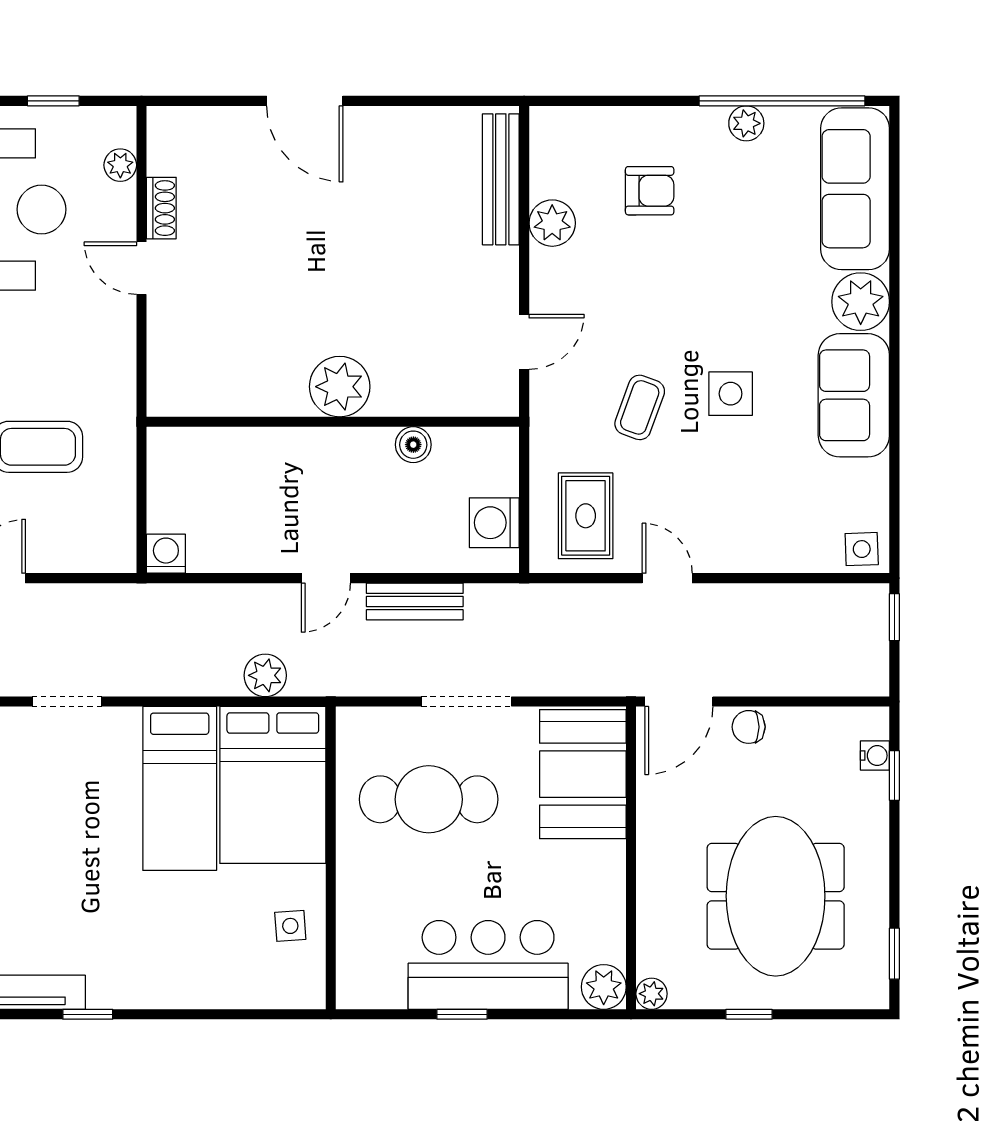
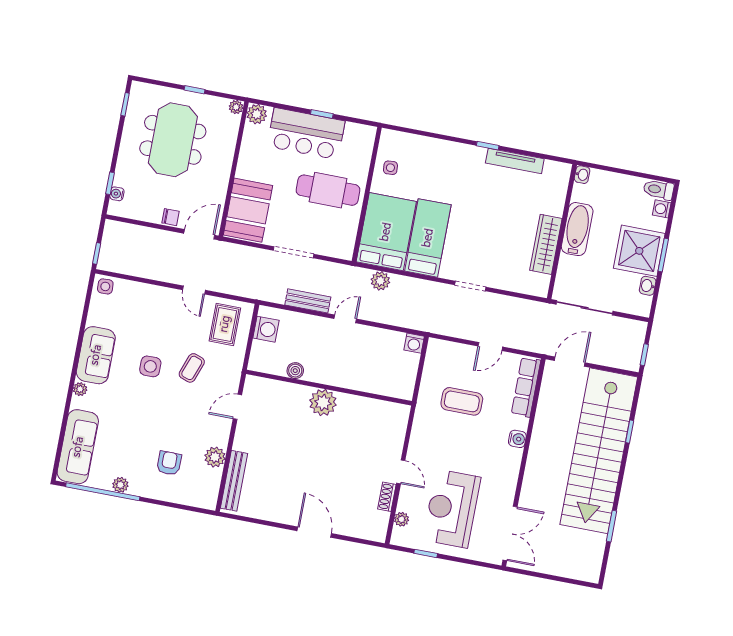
armchair: (650, 191) -> (169, 463), turned 90
plant: (861, 302) -> (80, 389), width x0.53, depth x0.53
cafe table: (429, 799) -> (328, 190), moved

